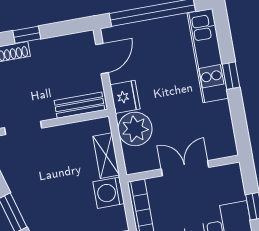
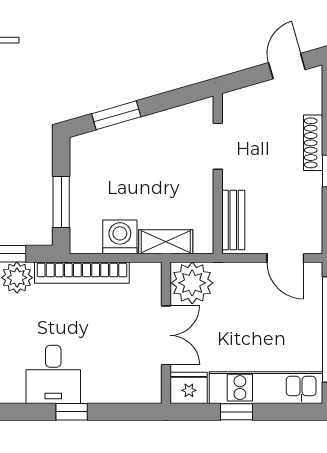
fridge: (125, 97) -> (189, 388), moved, turned 180
double door: (185, 168) -> (166, 335), moved
wall: (183, 169) -> (166, 333), moved

